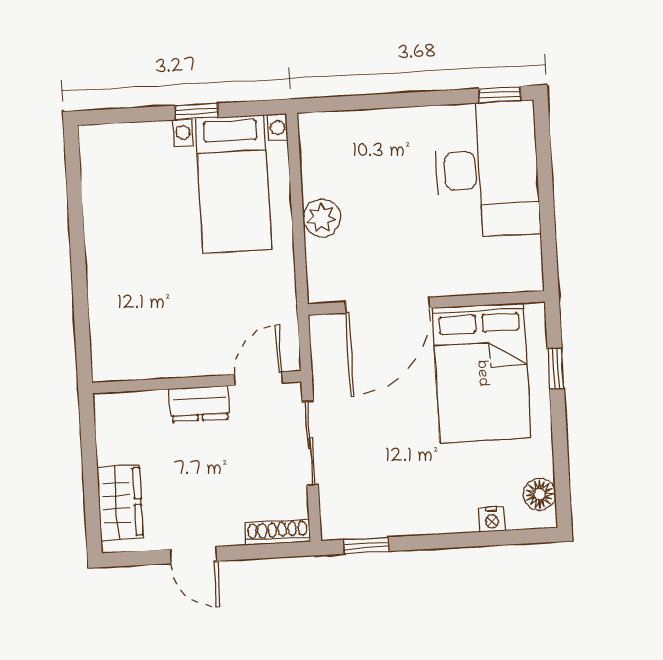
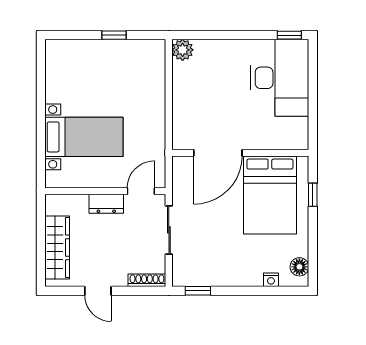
bed with nightstands: (233, 184) -> (84, 137), moved, turned -90
plant: (322, 218) -> (183, 50), moved
wardrobe: (120, 502) -> (57, 247), width x1.50

